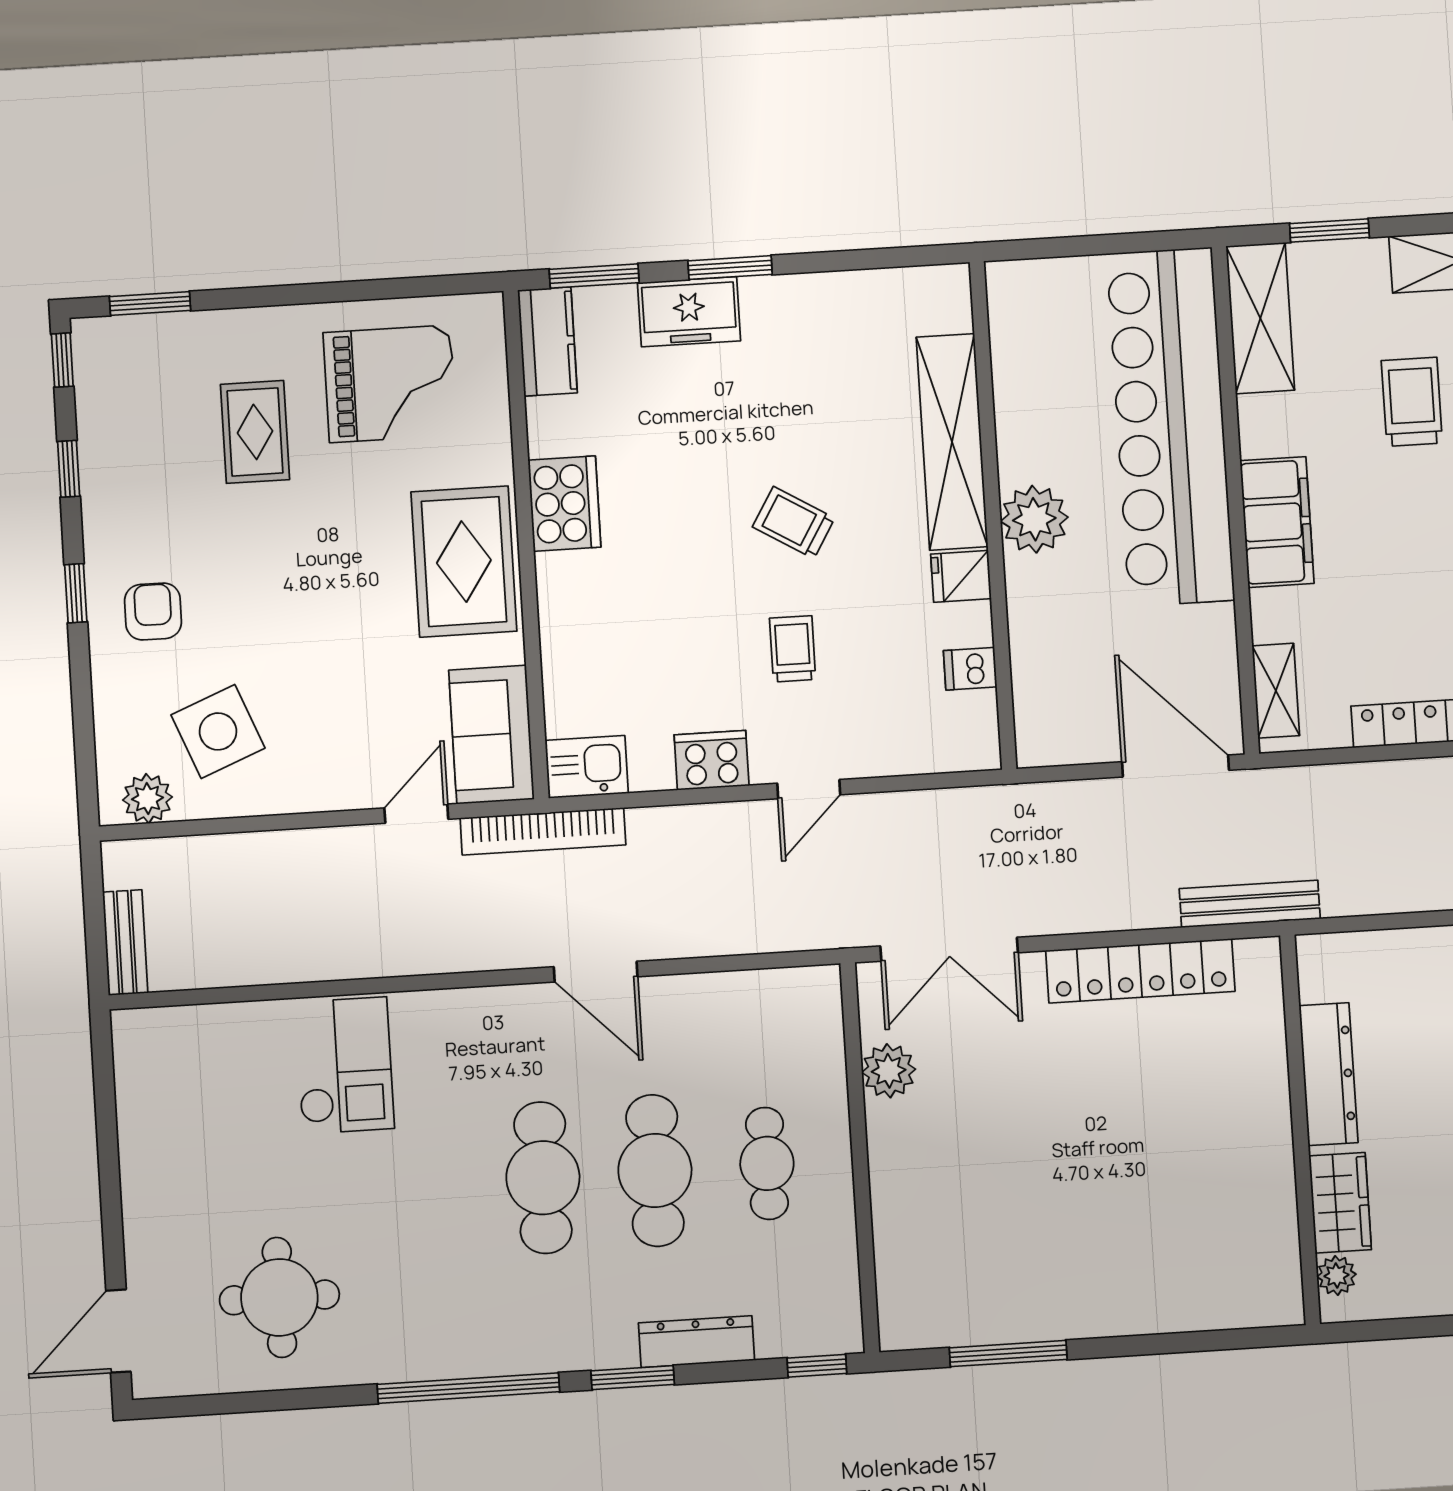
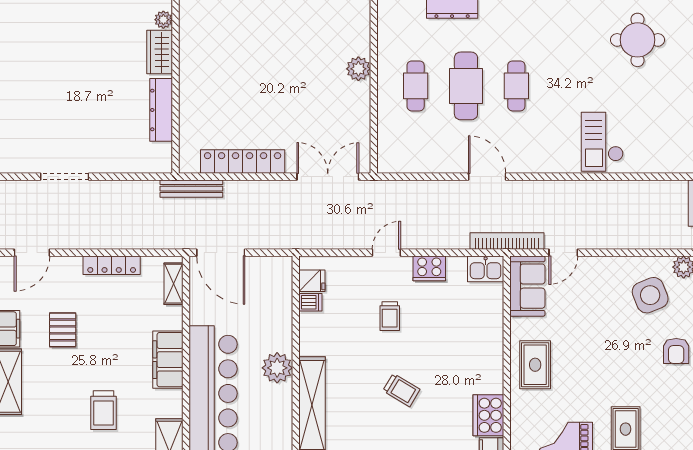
cooker: (564, 504) -> (488, 415), moved
trolley: (794, 523) -> (401, 390), moved
rug: (464, 562) -> (535, 365), width x0.73, depth x0.70
fridge: (961, 576) -> (312, 281), moved
plant: (889, 1071) -> (358, 69), moved
cafe table: (543, 1178) -> (516, 86), width x0.73, depth x0.74

